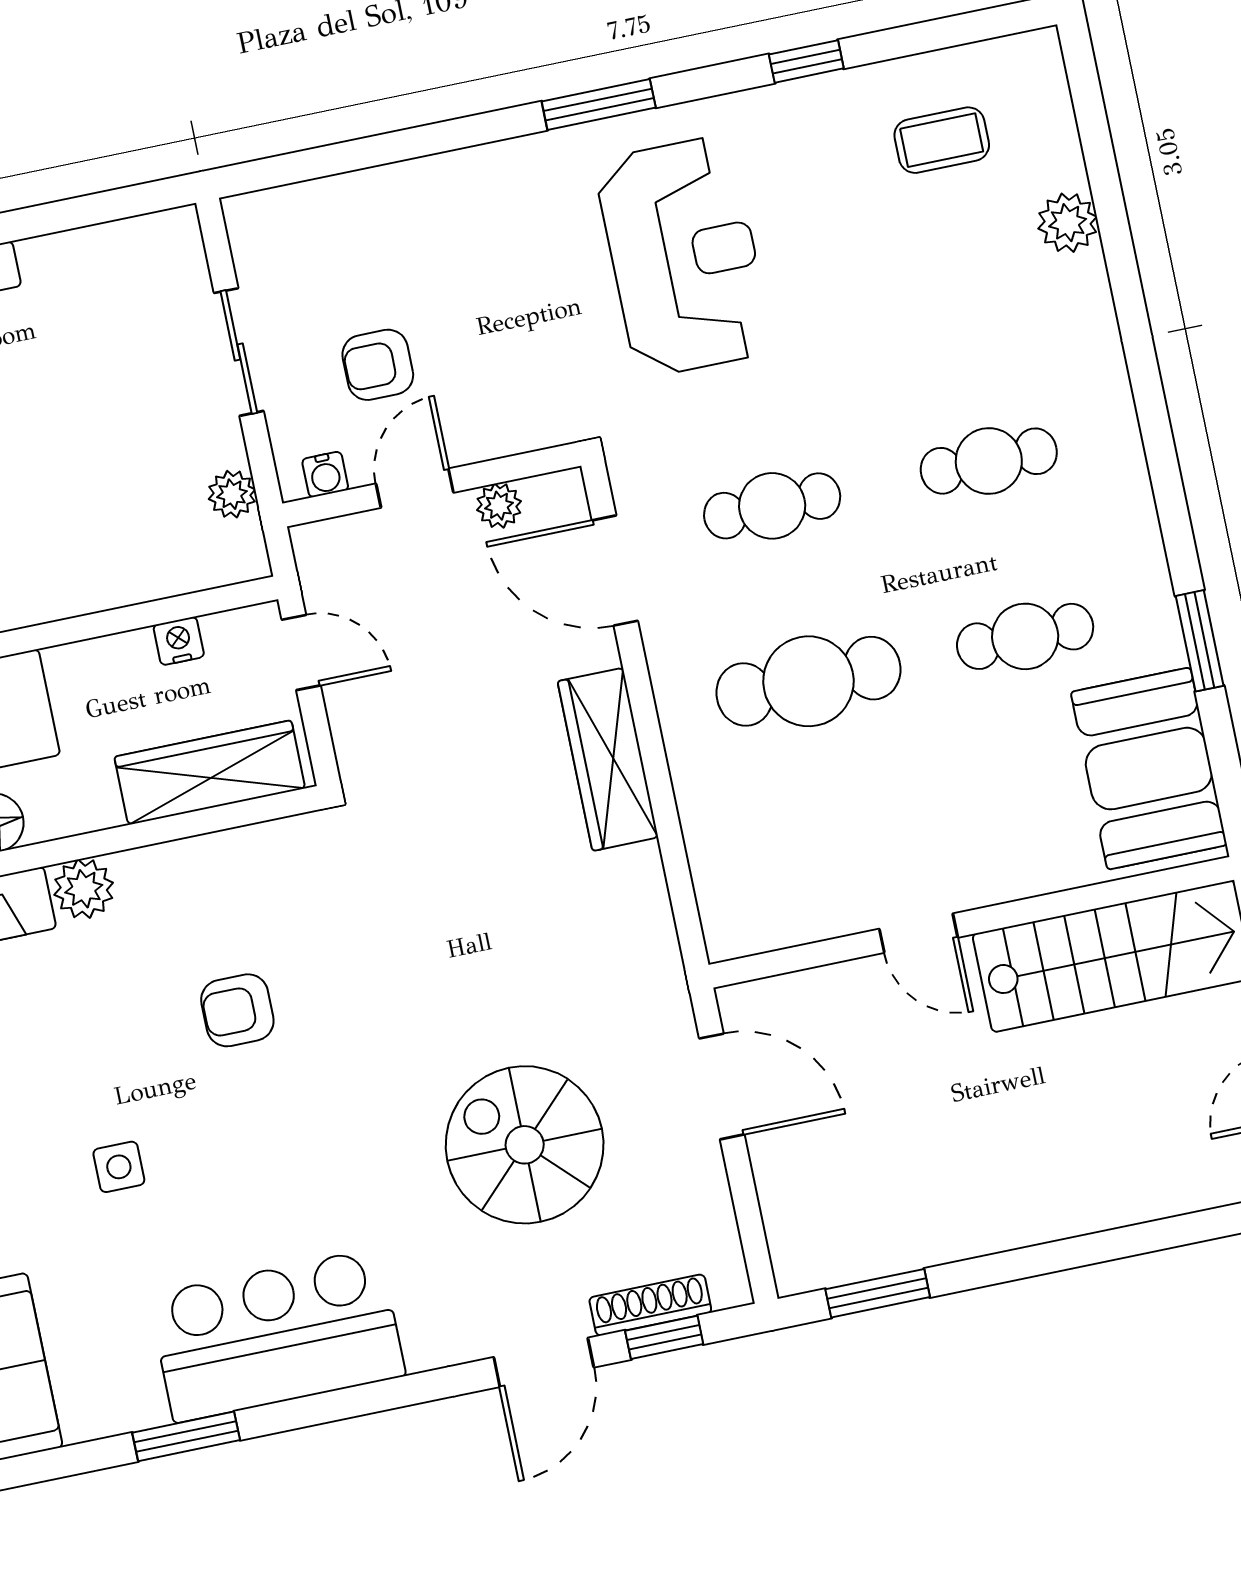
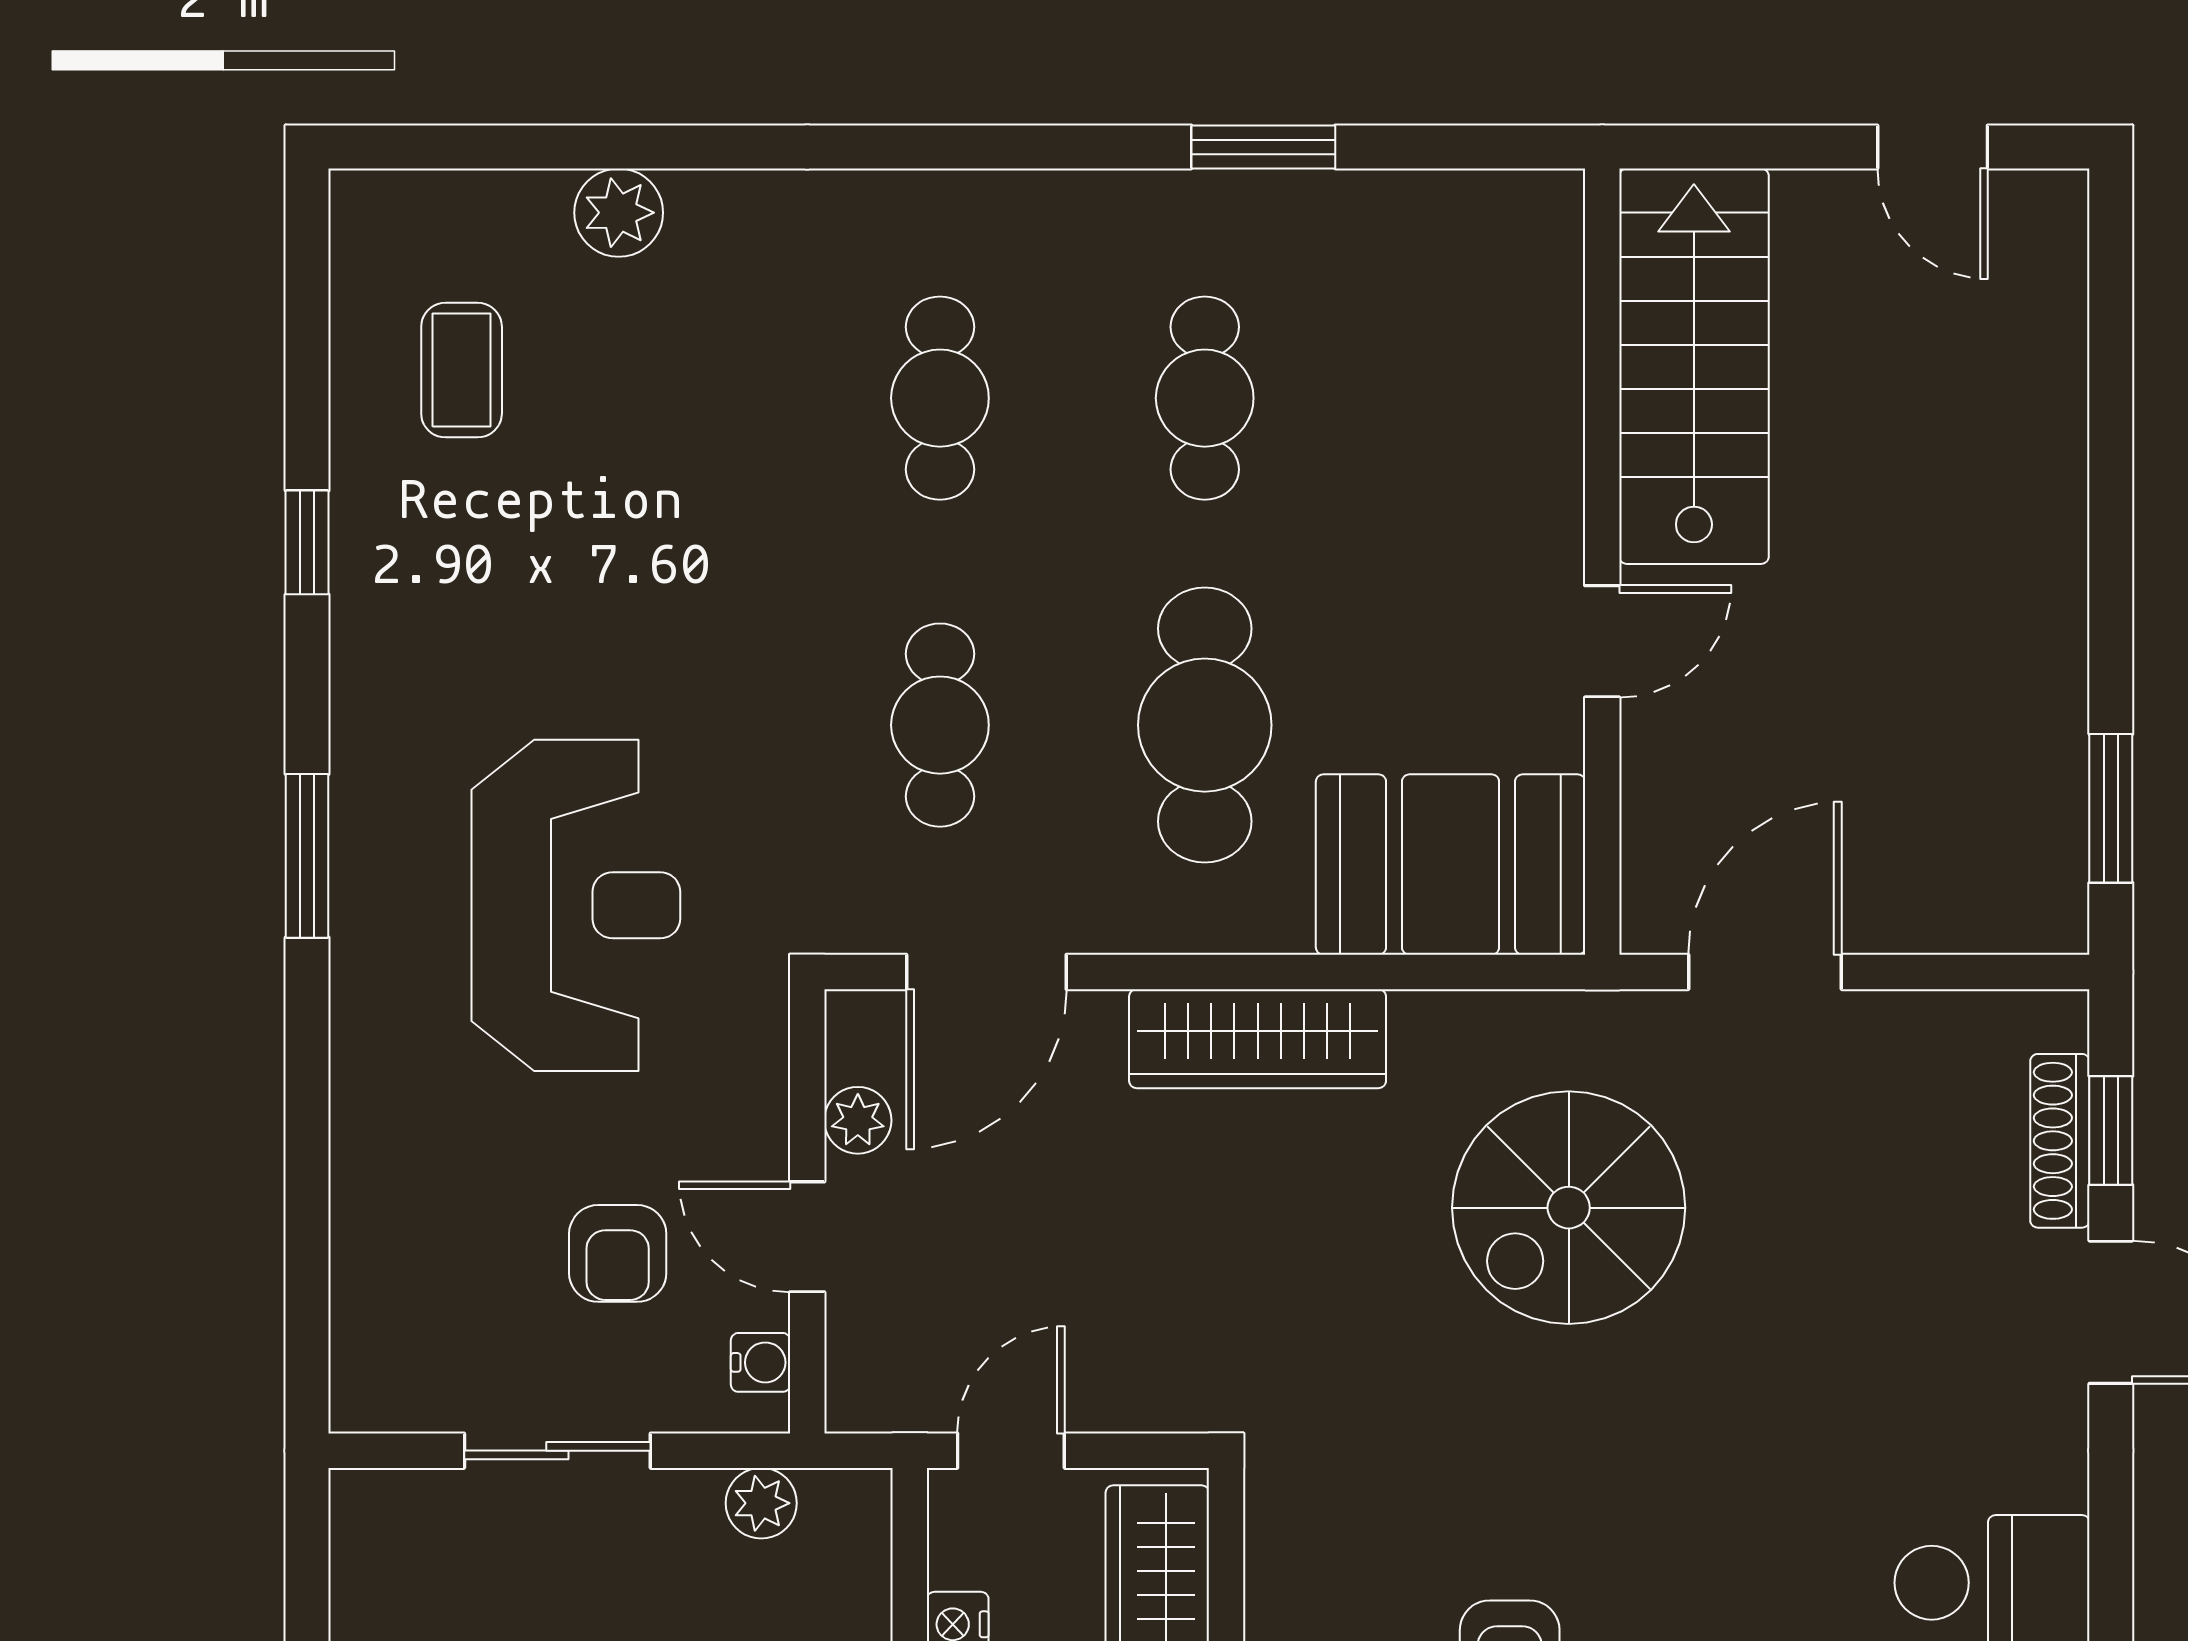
reception desk: (684, 256) -> (576, 905), moved, turned 90
booth: (1149, 769) -> (1451, 865), moved
spiral stairs: (525, 1145) -> (1569, 1208), moved

